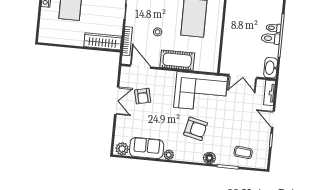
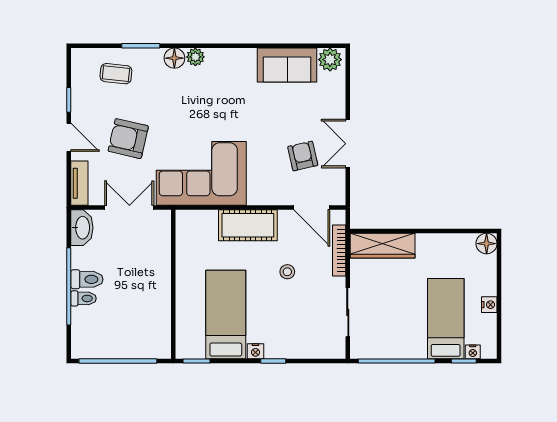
floor lamp: (44, 37) -> (487, 244), added
armchair: (196, 129) -> (128, 139), moved
plant: (169, 155) -> (195, 57), moved

